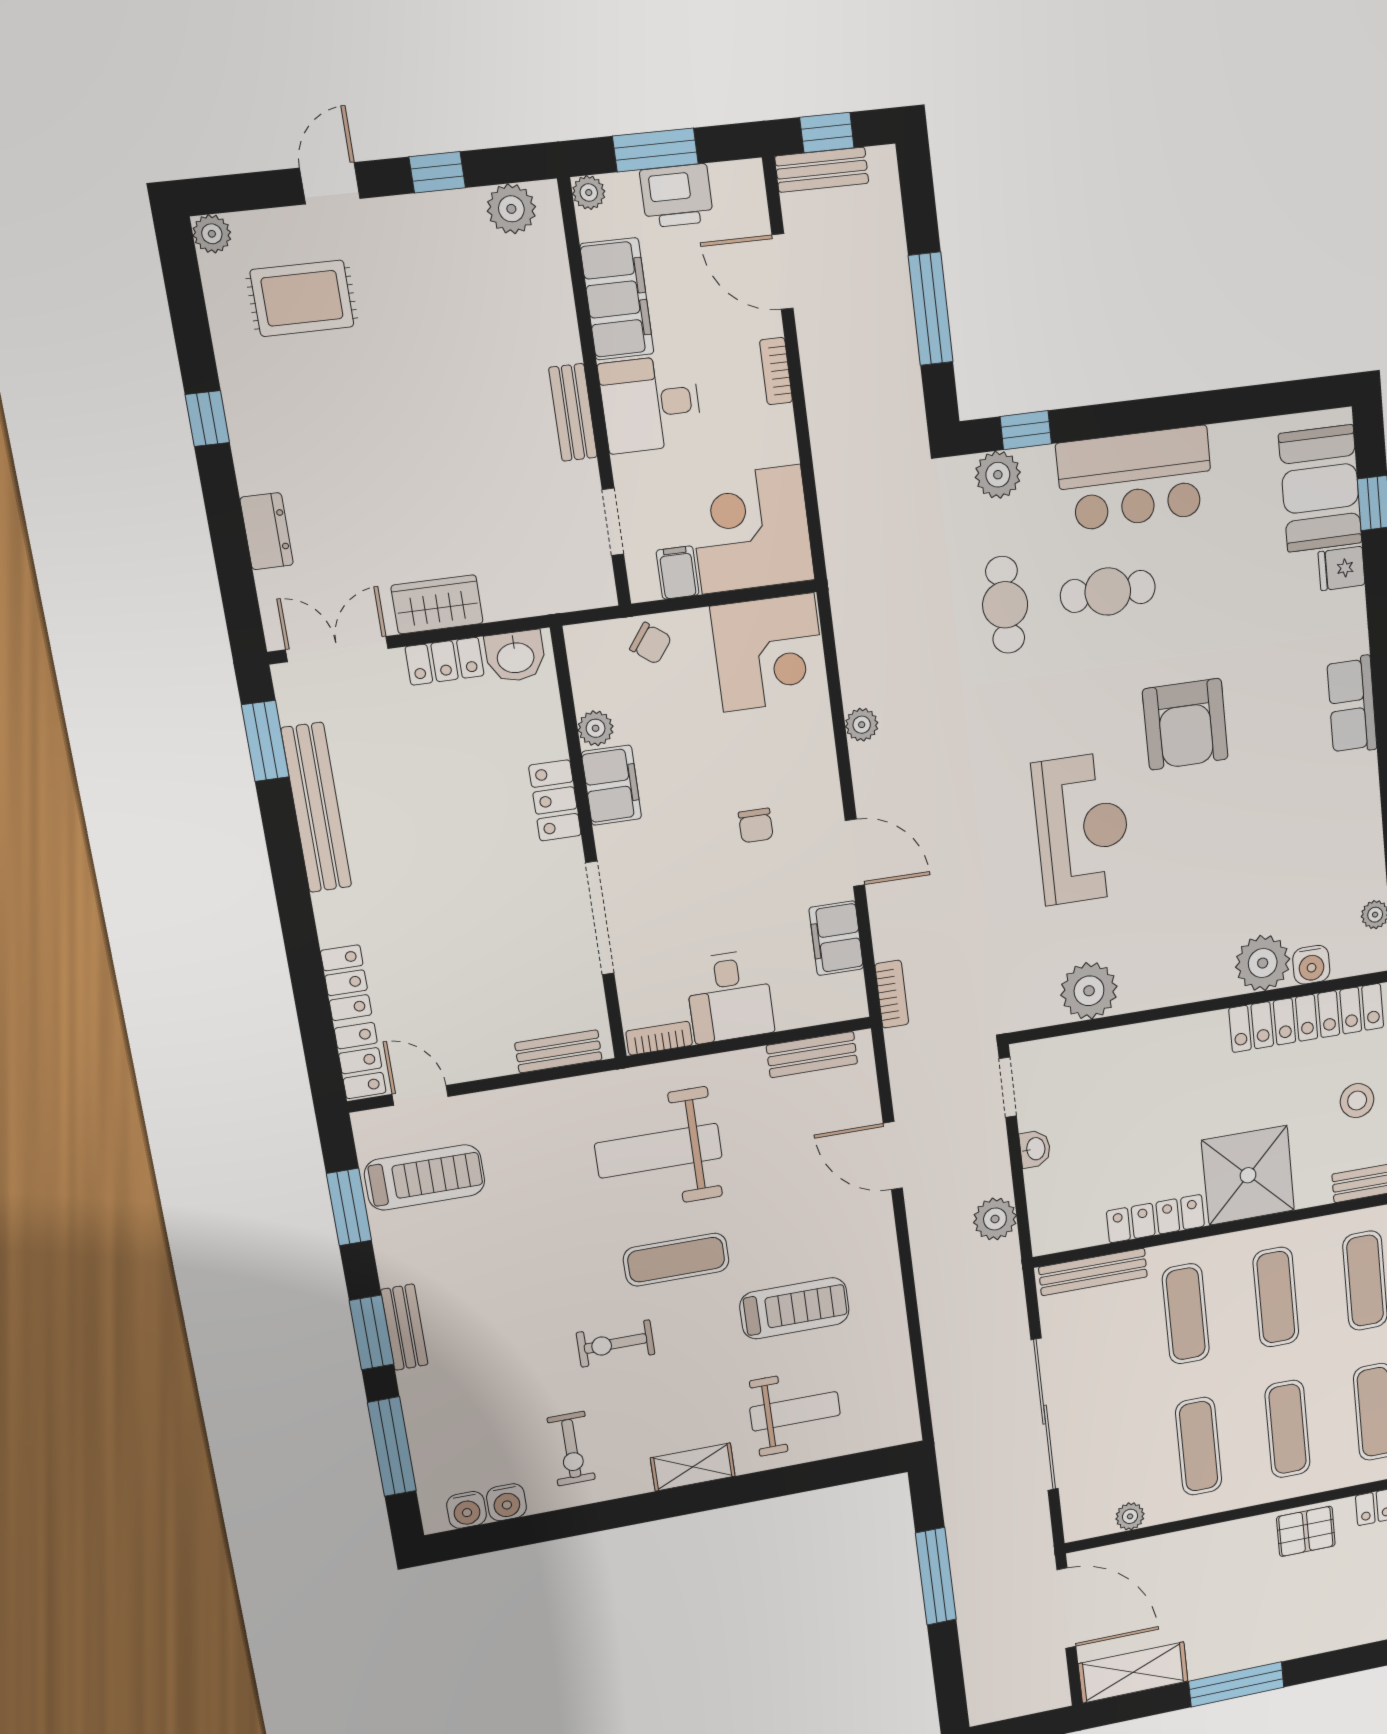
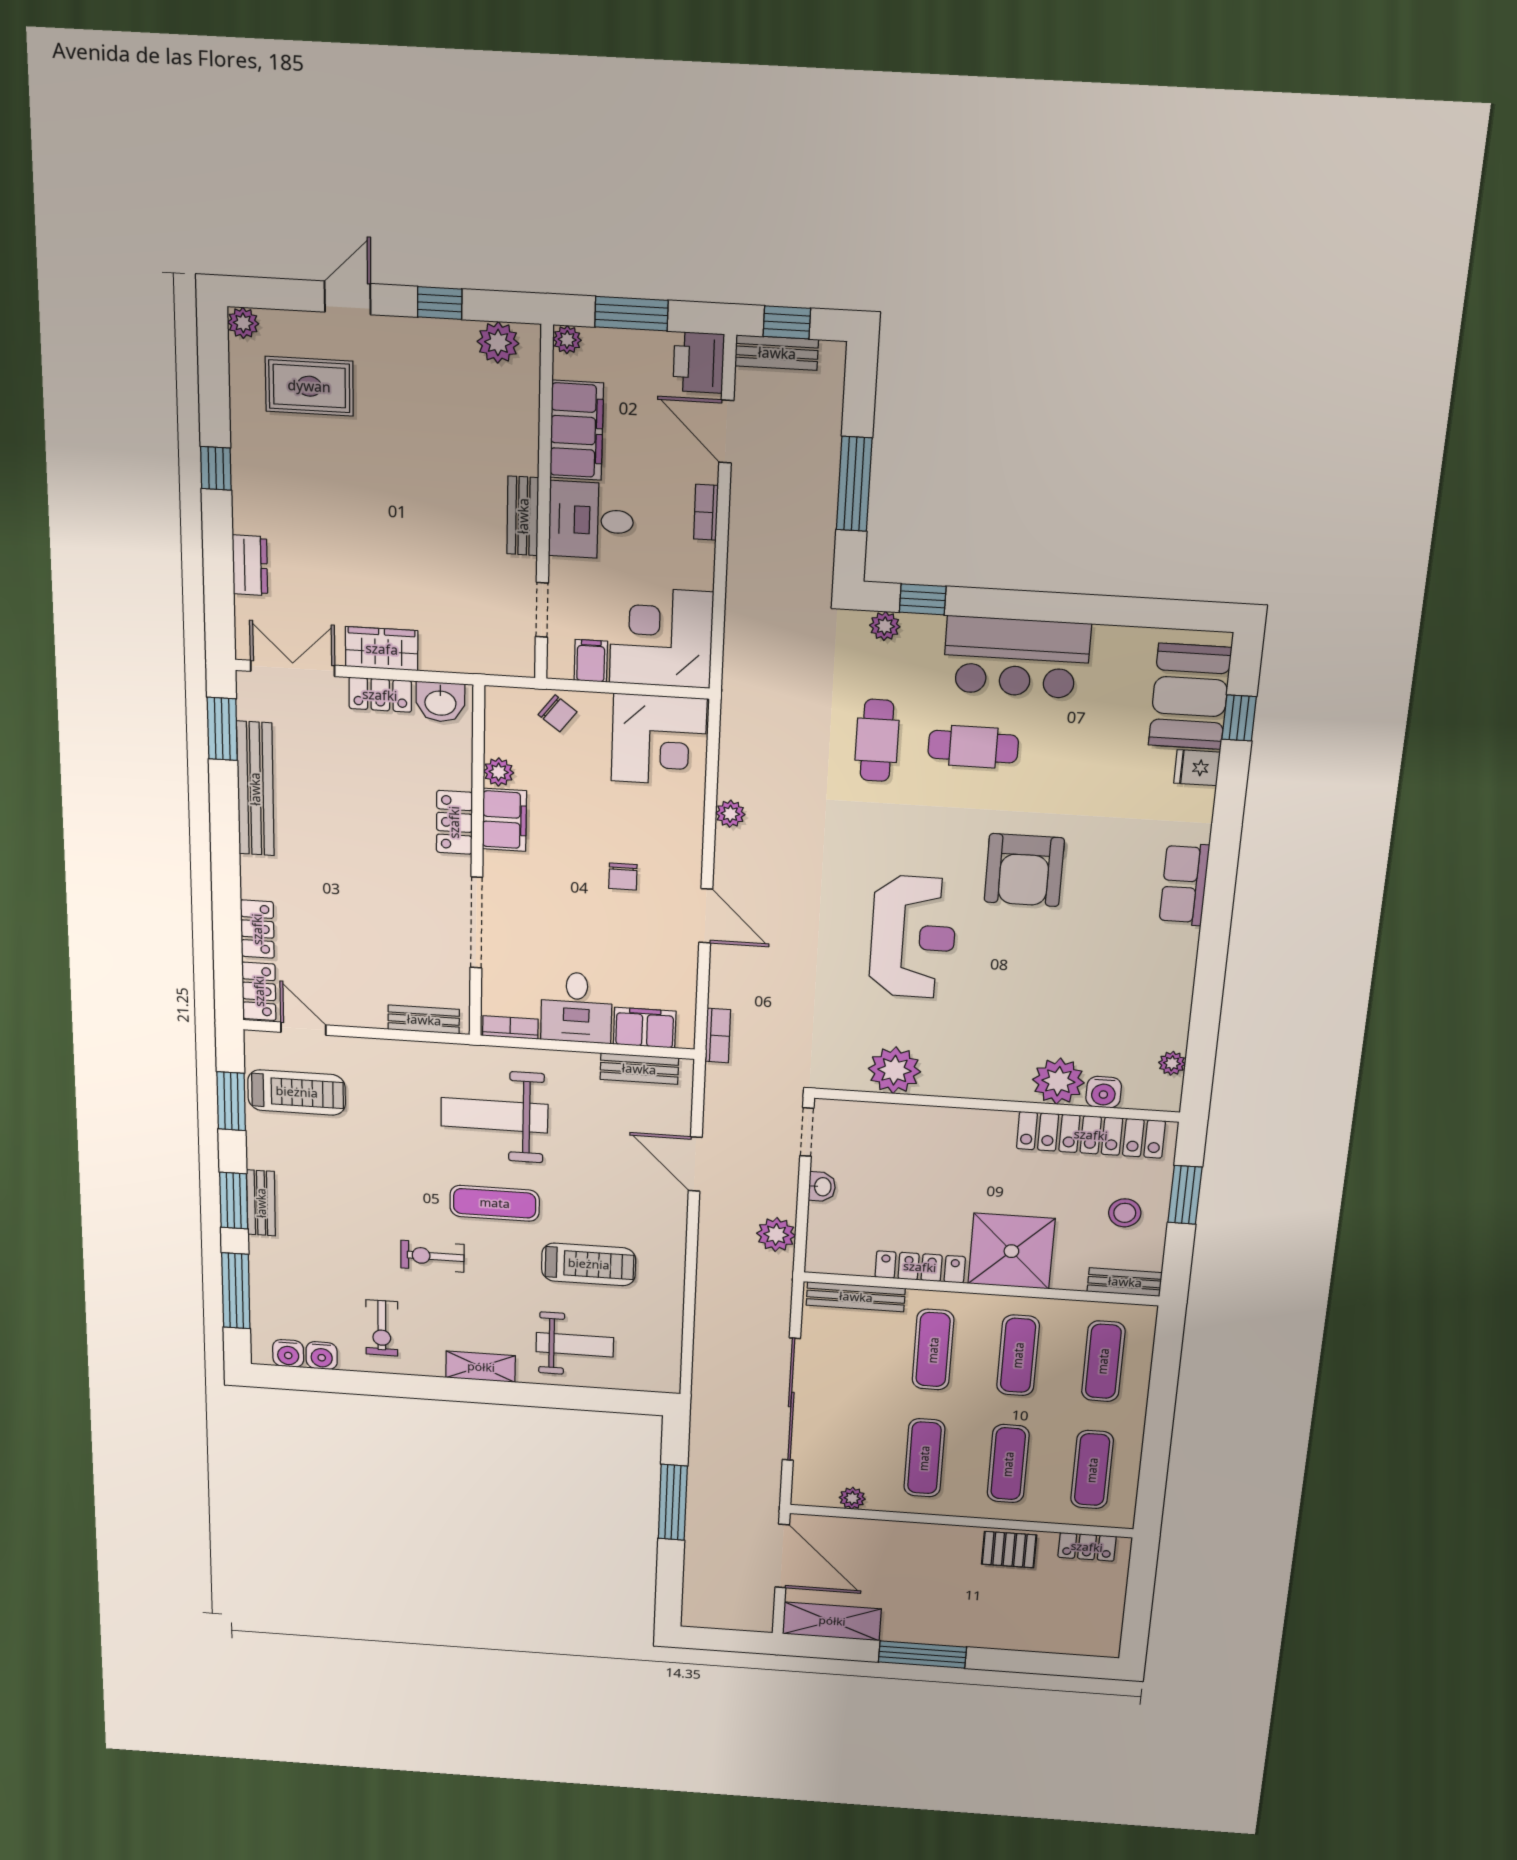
printer: (677, 196) -> (699, 362), moved, turned 90
plant: (998, 475) -> (885, 626), width x0.73, depth x0.73
filing cabinet: (836, 938) -> (645, 1028), moved, turned 90

